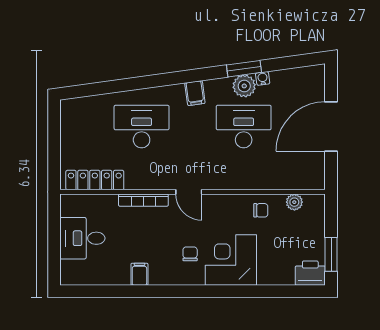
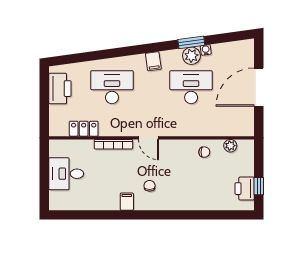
printer: (74, 128) -> (60, 89), added
locker: (95, 180) -> (84, 129), width x0.66
window: (331, 254) -> (259, 186), width x0.67
corner desk: (231, 260) -> (181, 191), removed
printer: (310, 273) -> (245, 189), moved, turned -90
filing cabinet: (139, 274) -> (127, 202), moved

